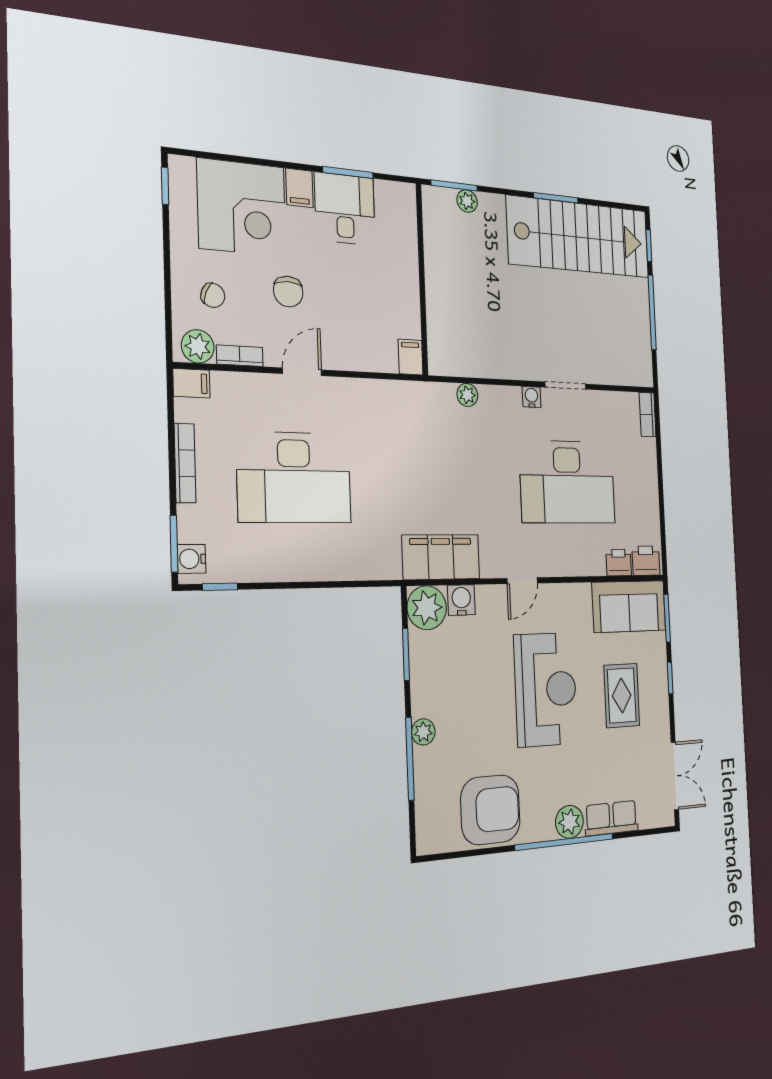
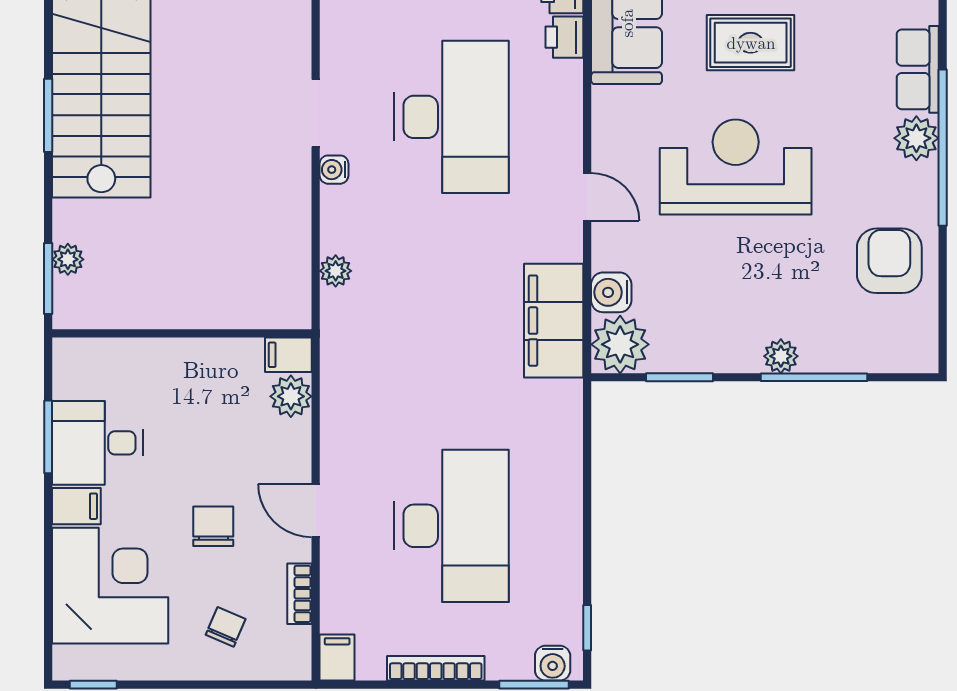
chair: (288, 292) -> (213, 526), turned -90
plant: (198, 346) -> (291, 396), moved
armchair: (490, 810) -> (889, 261), width x0.73, depth x0.73

